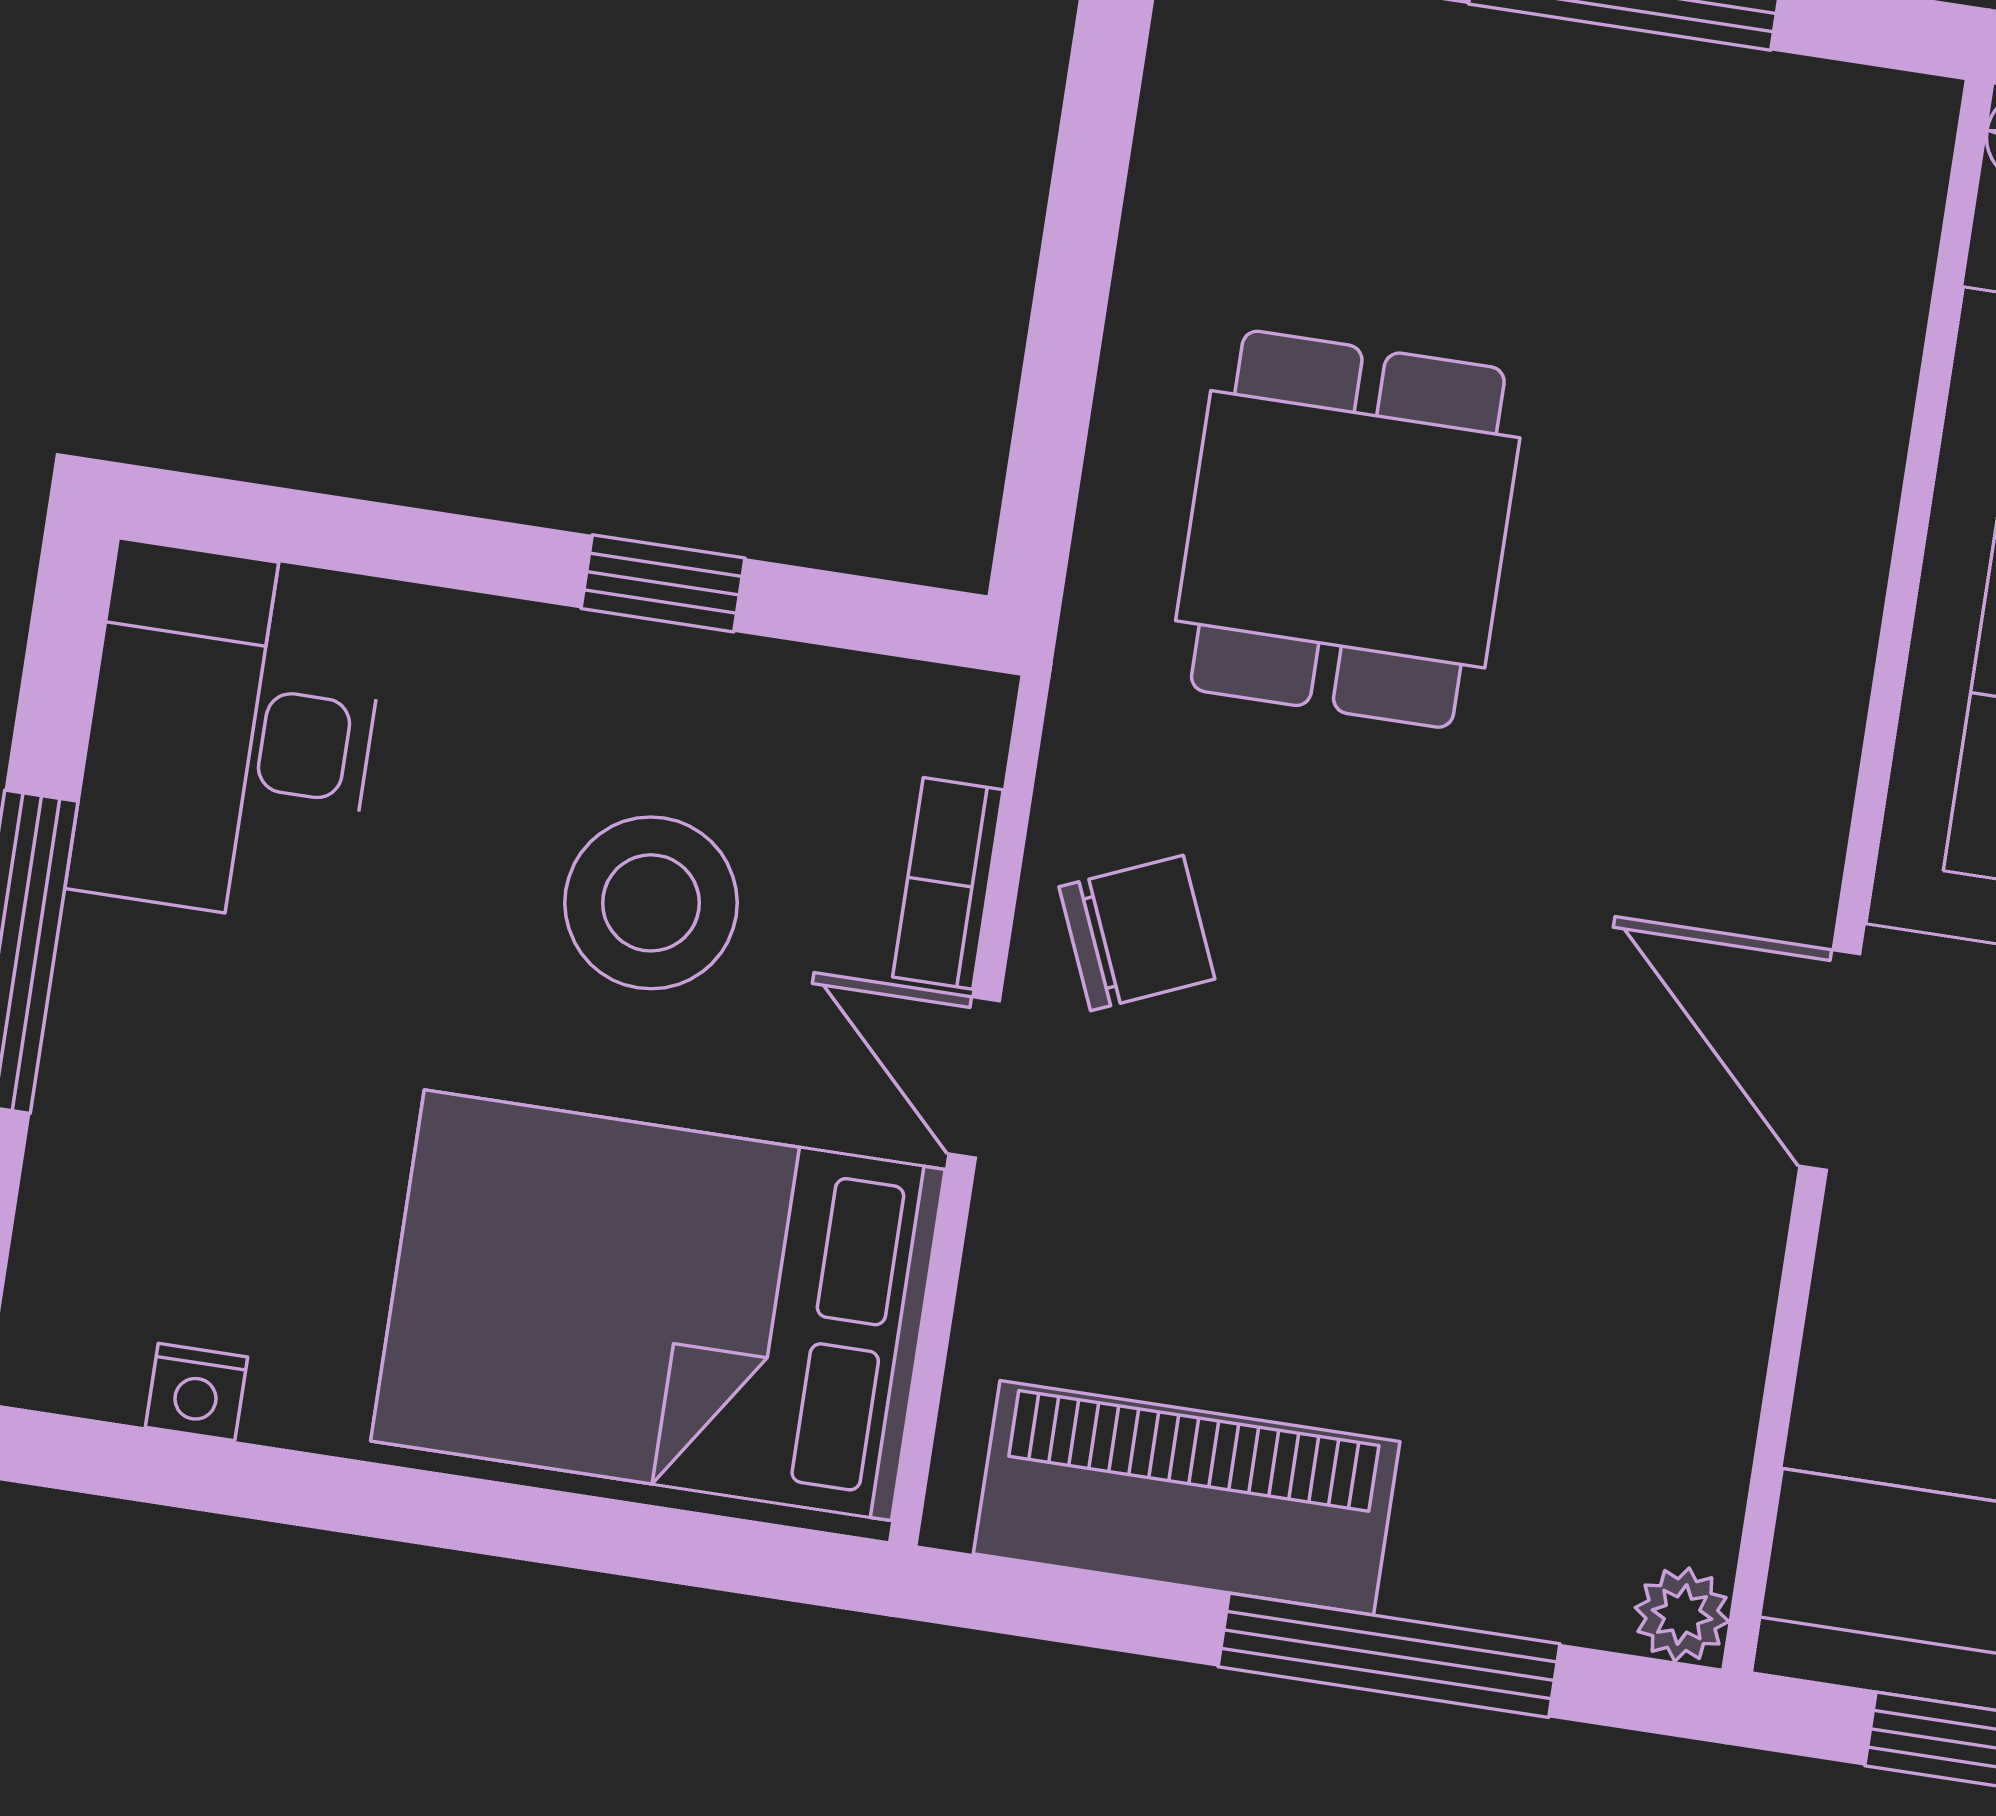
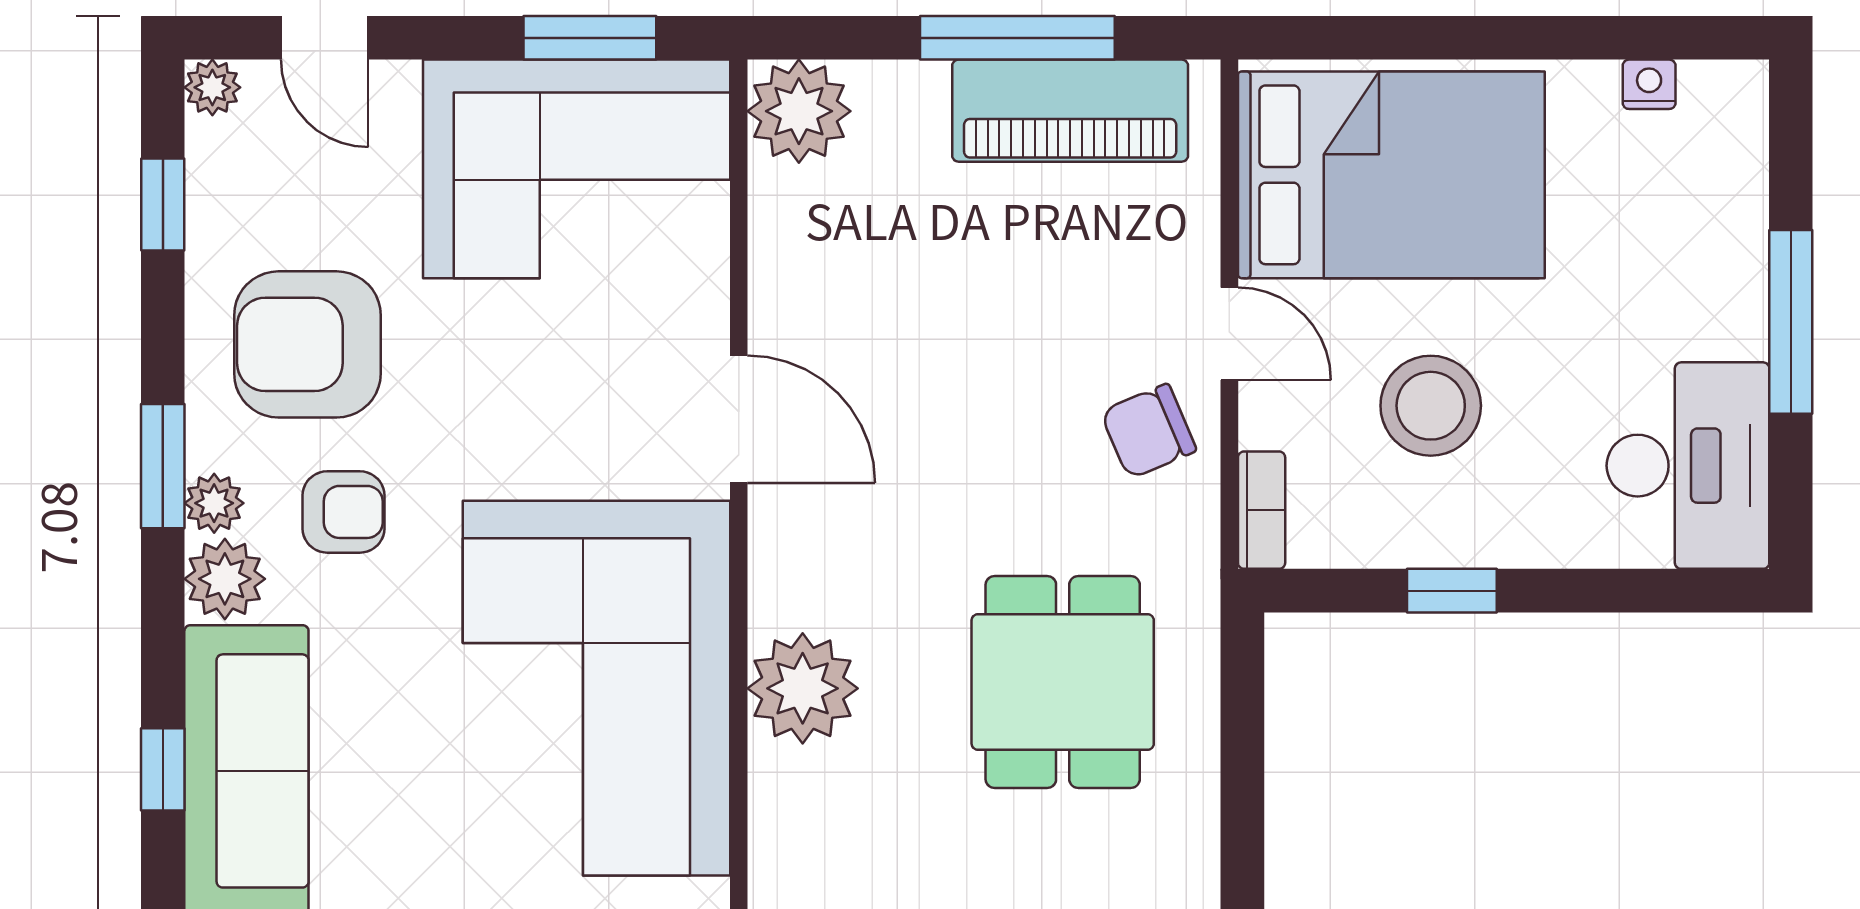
plant: (1791, 586) -> (803, 688), added
bookcase: (948, 883) -> (1262, 510), moved
plant: (1682, 1615) -> (799, 111), width x1.88, depth x1.88
window: (1389, 1655) -> (1017, 38), moved

